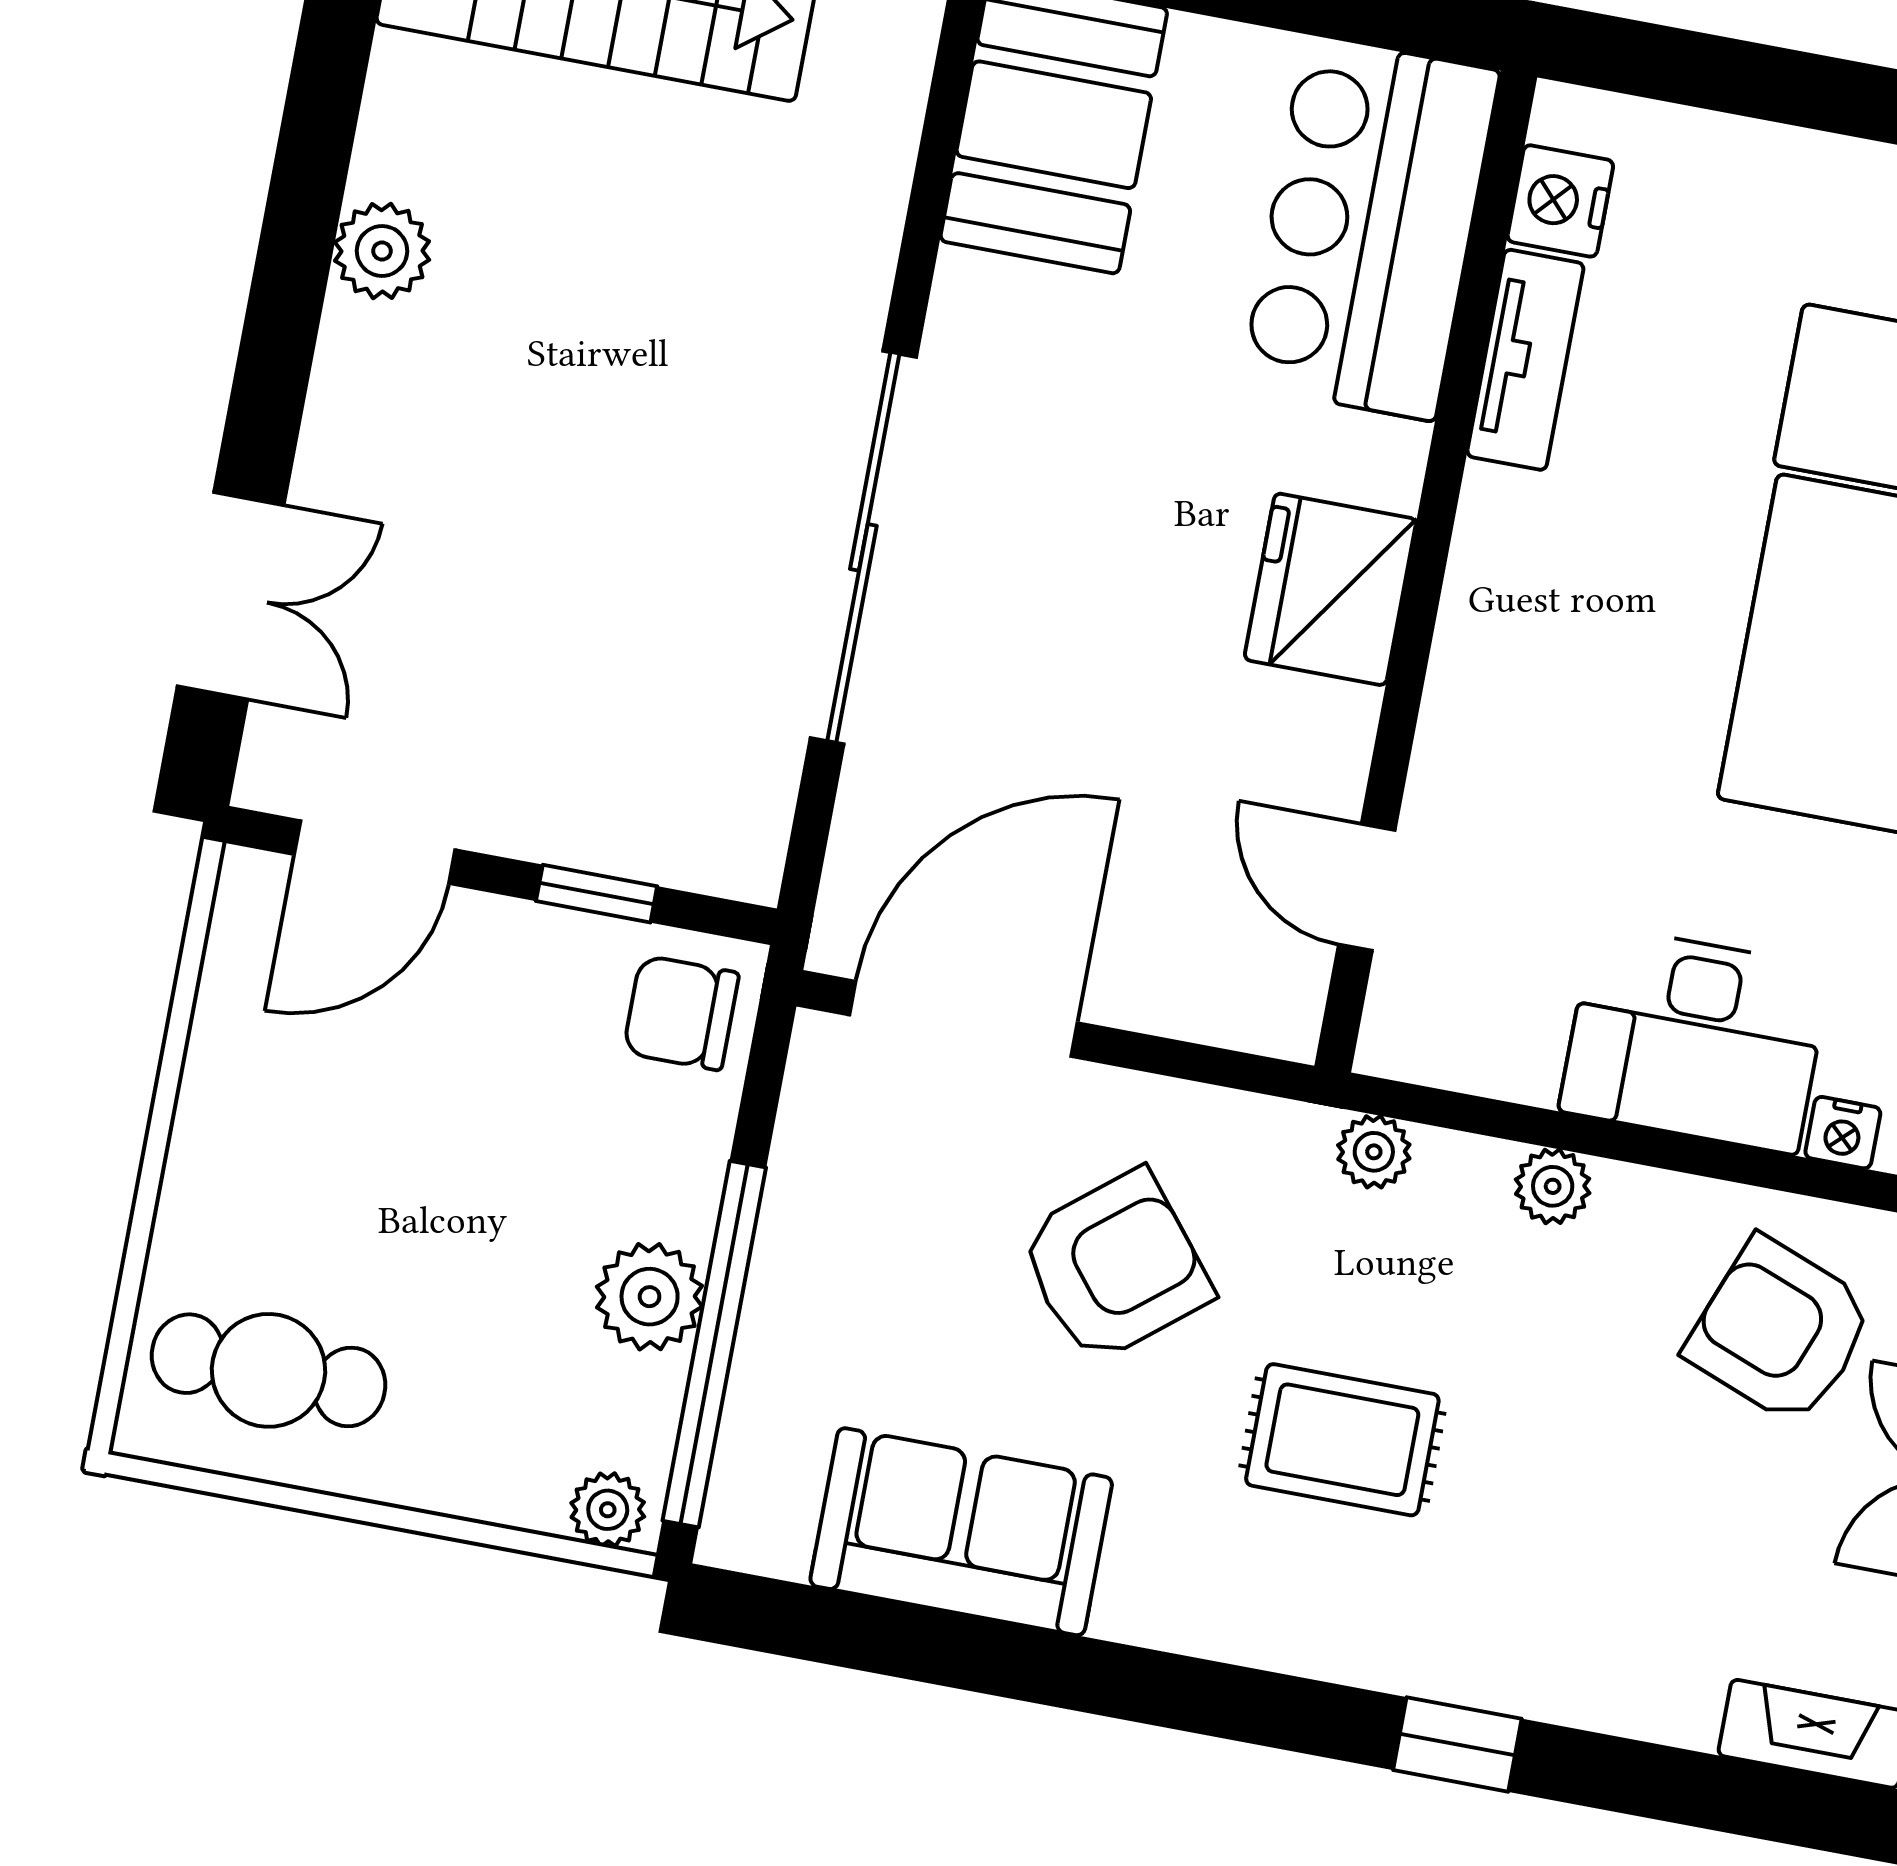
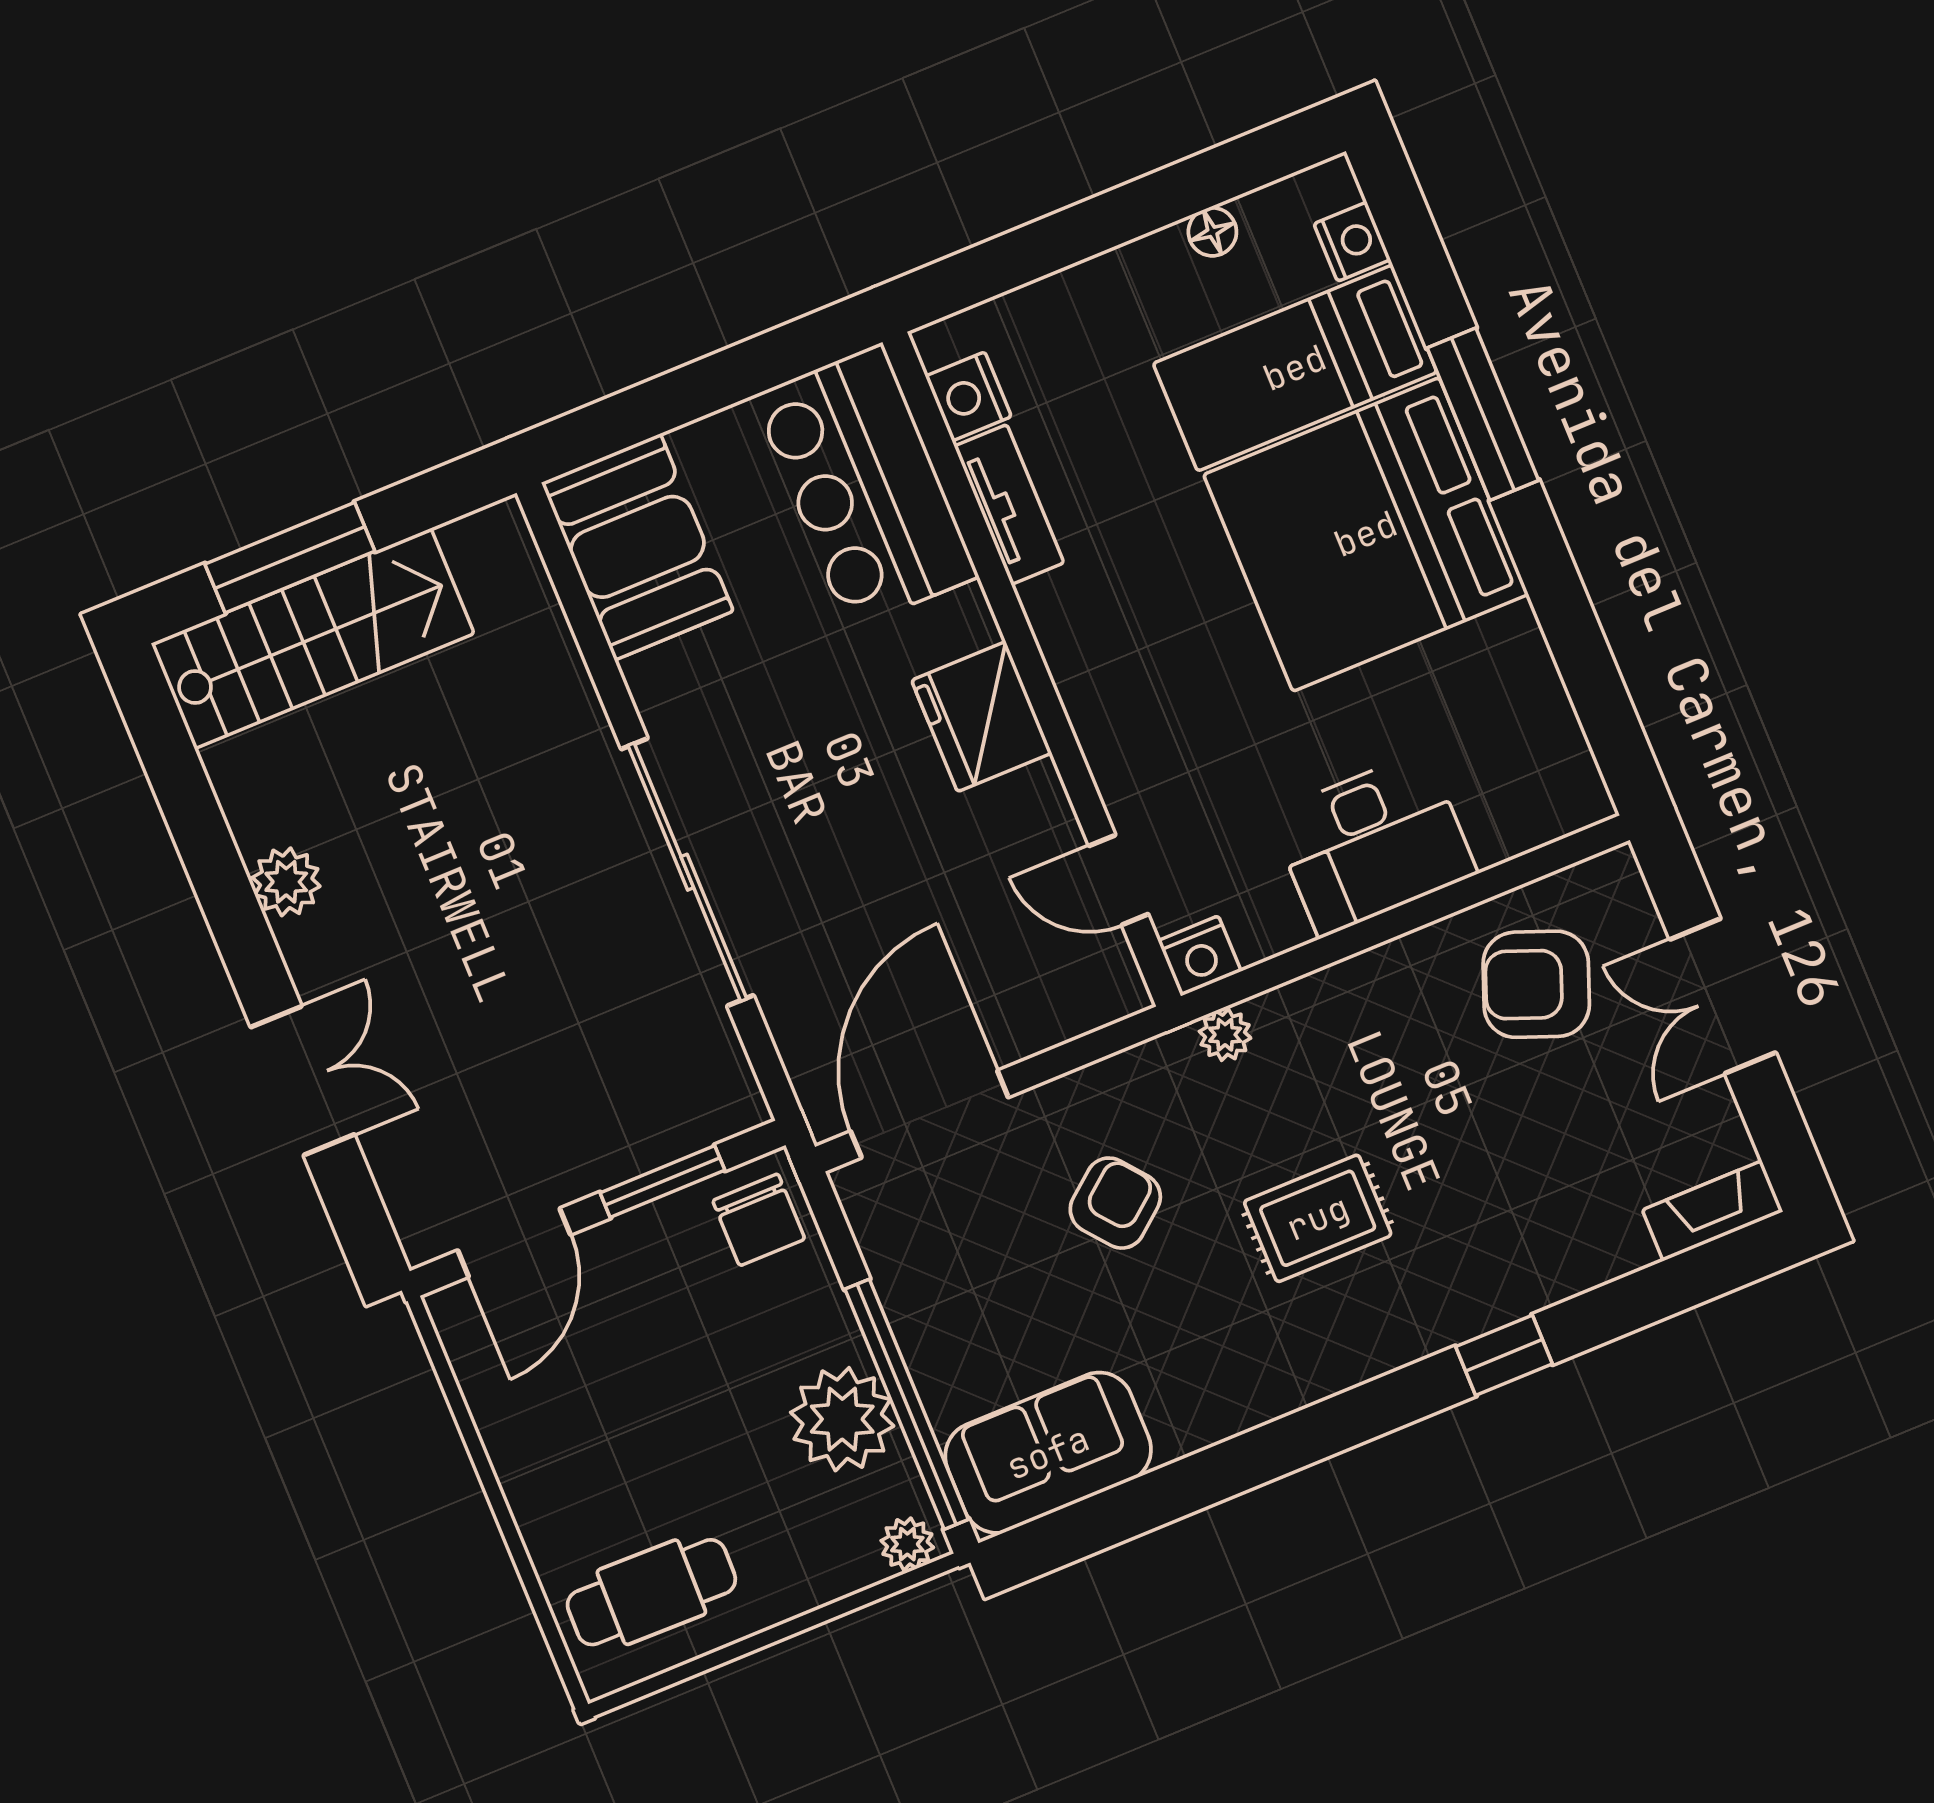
double door: (231, 596) -> (303, 1081), moved
window: (597, 894) -> (662, 1181), width x1.50
chair: (681, 1013) -> (759, 1220), turned -90
nightstand: (1843, 1133) -> (1200, 956), moved, width x1.39, depth x1.35
plant: (1553, 1186) -> (1345, 986), removed
armchair: (1115, 1266) -> (1115, 1203), width x0.72, depth x0.72
plant: (650, 1297) -> (842, 1419), width x1.36, depth x1.36
sofa: (961, 1532) -> (1048, 1453), moved

